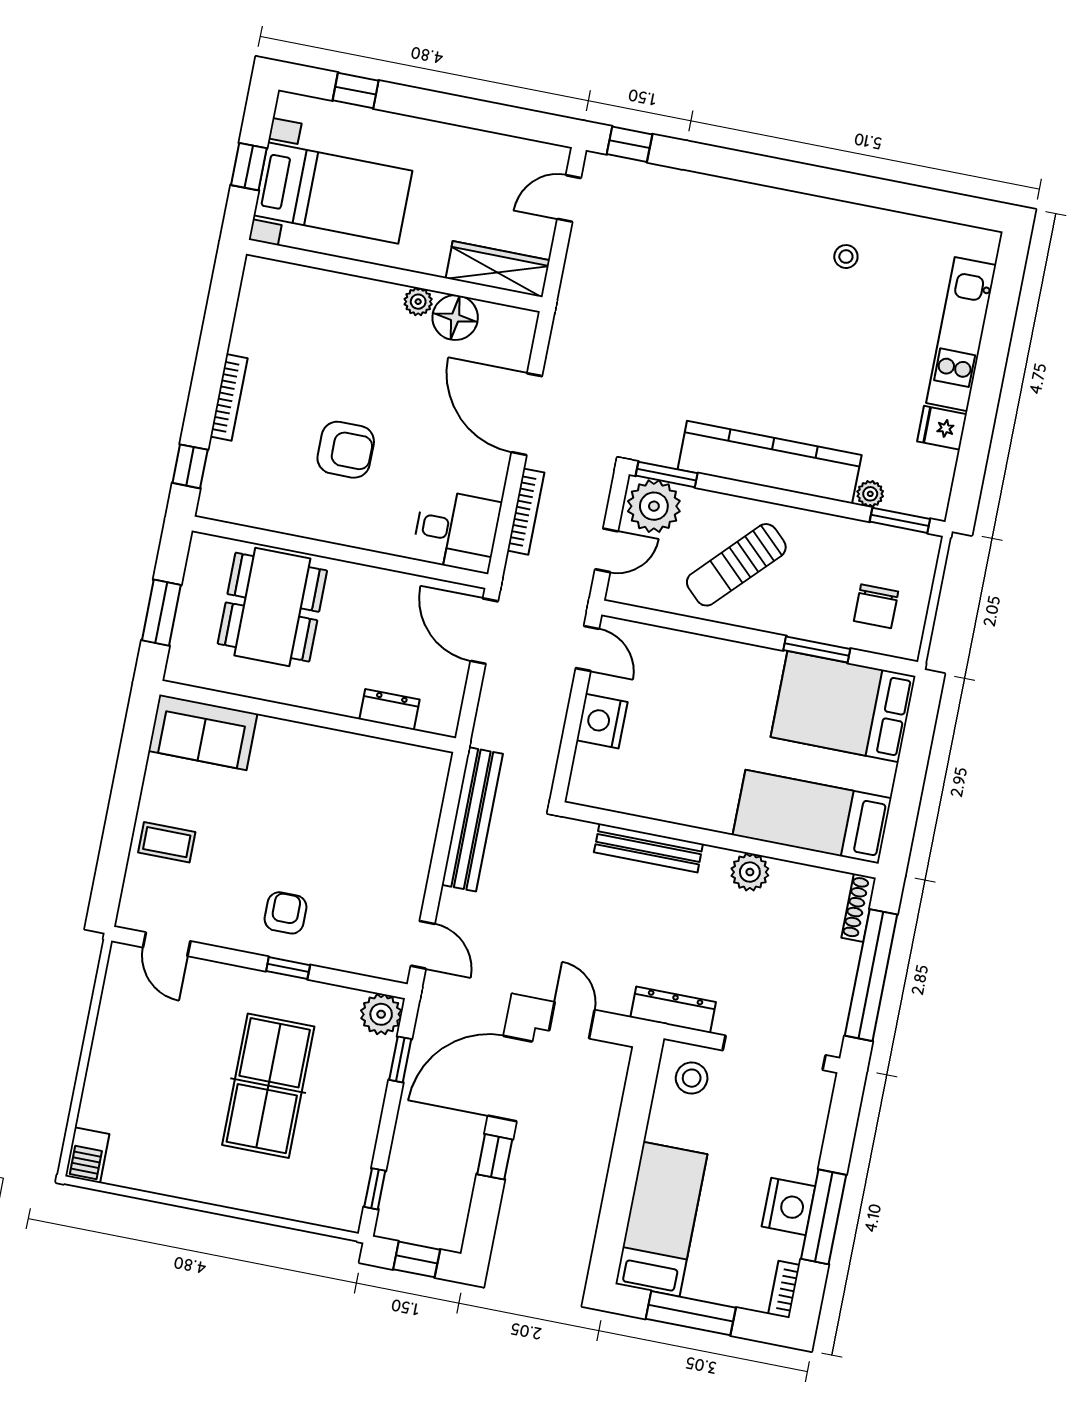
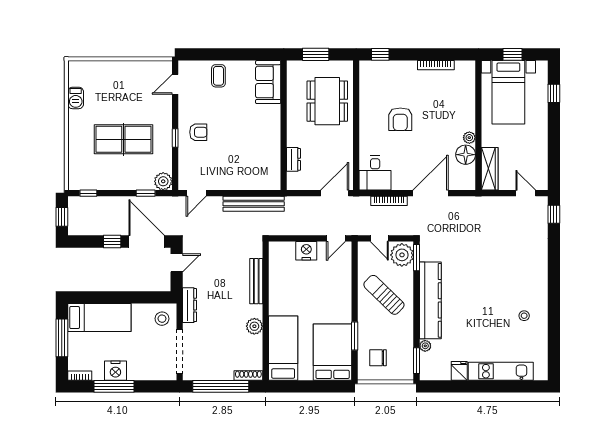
bookcase: (229, 397) -> (436, 65), moved
dining table: (272, 607) -> (327, 101), turned 90
barbecue: (87, 1155) -> (76, 98), moved, turned -90

